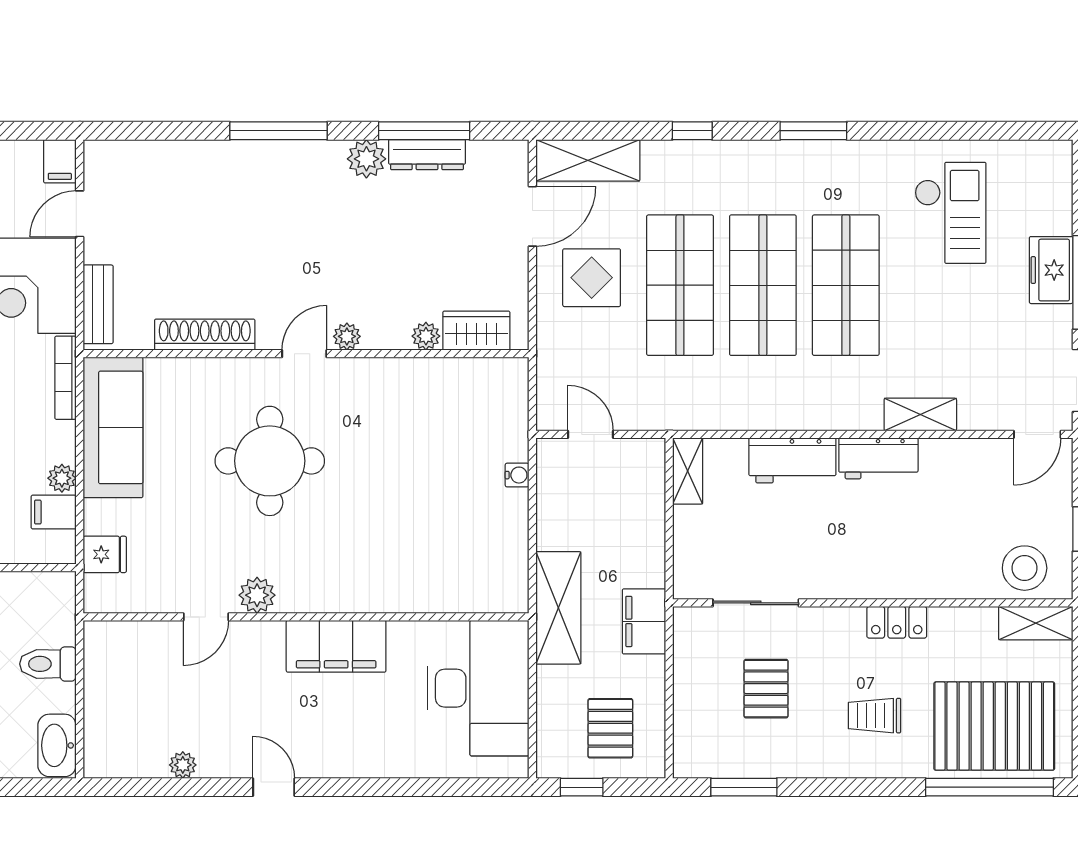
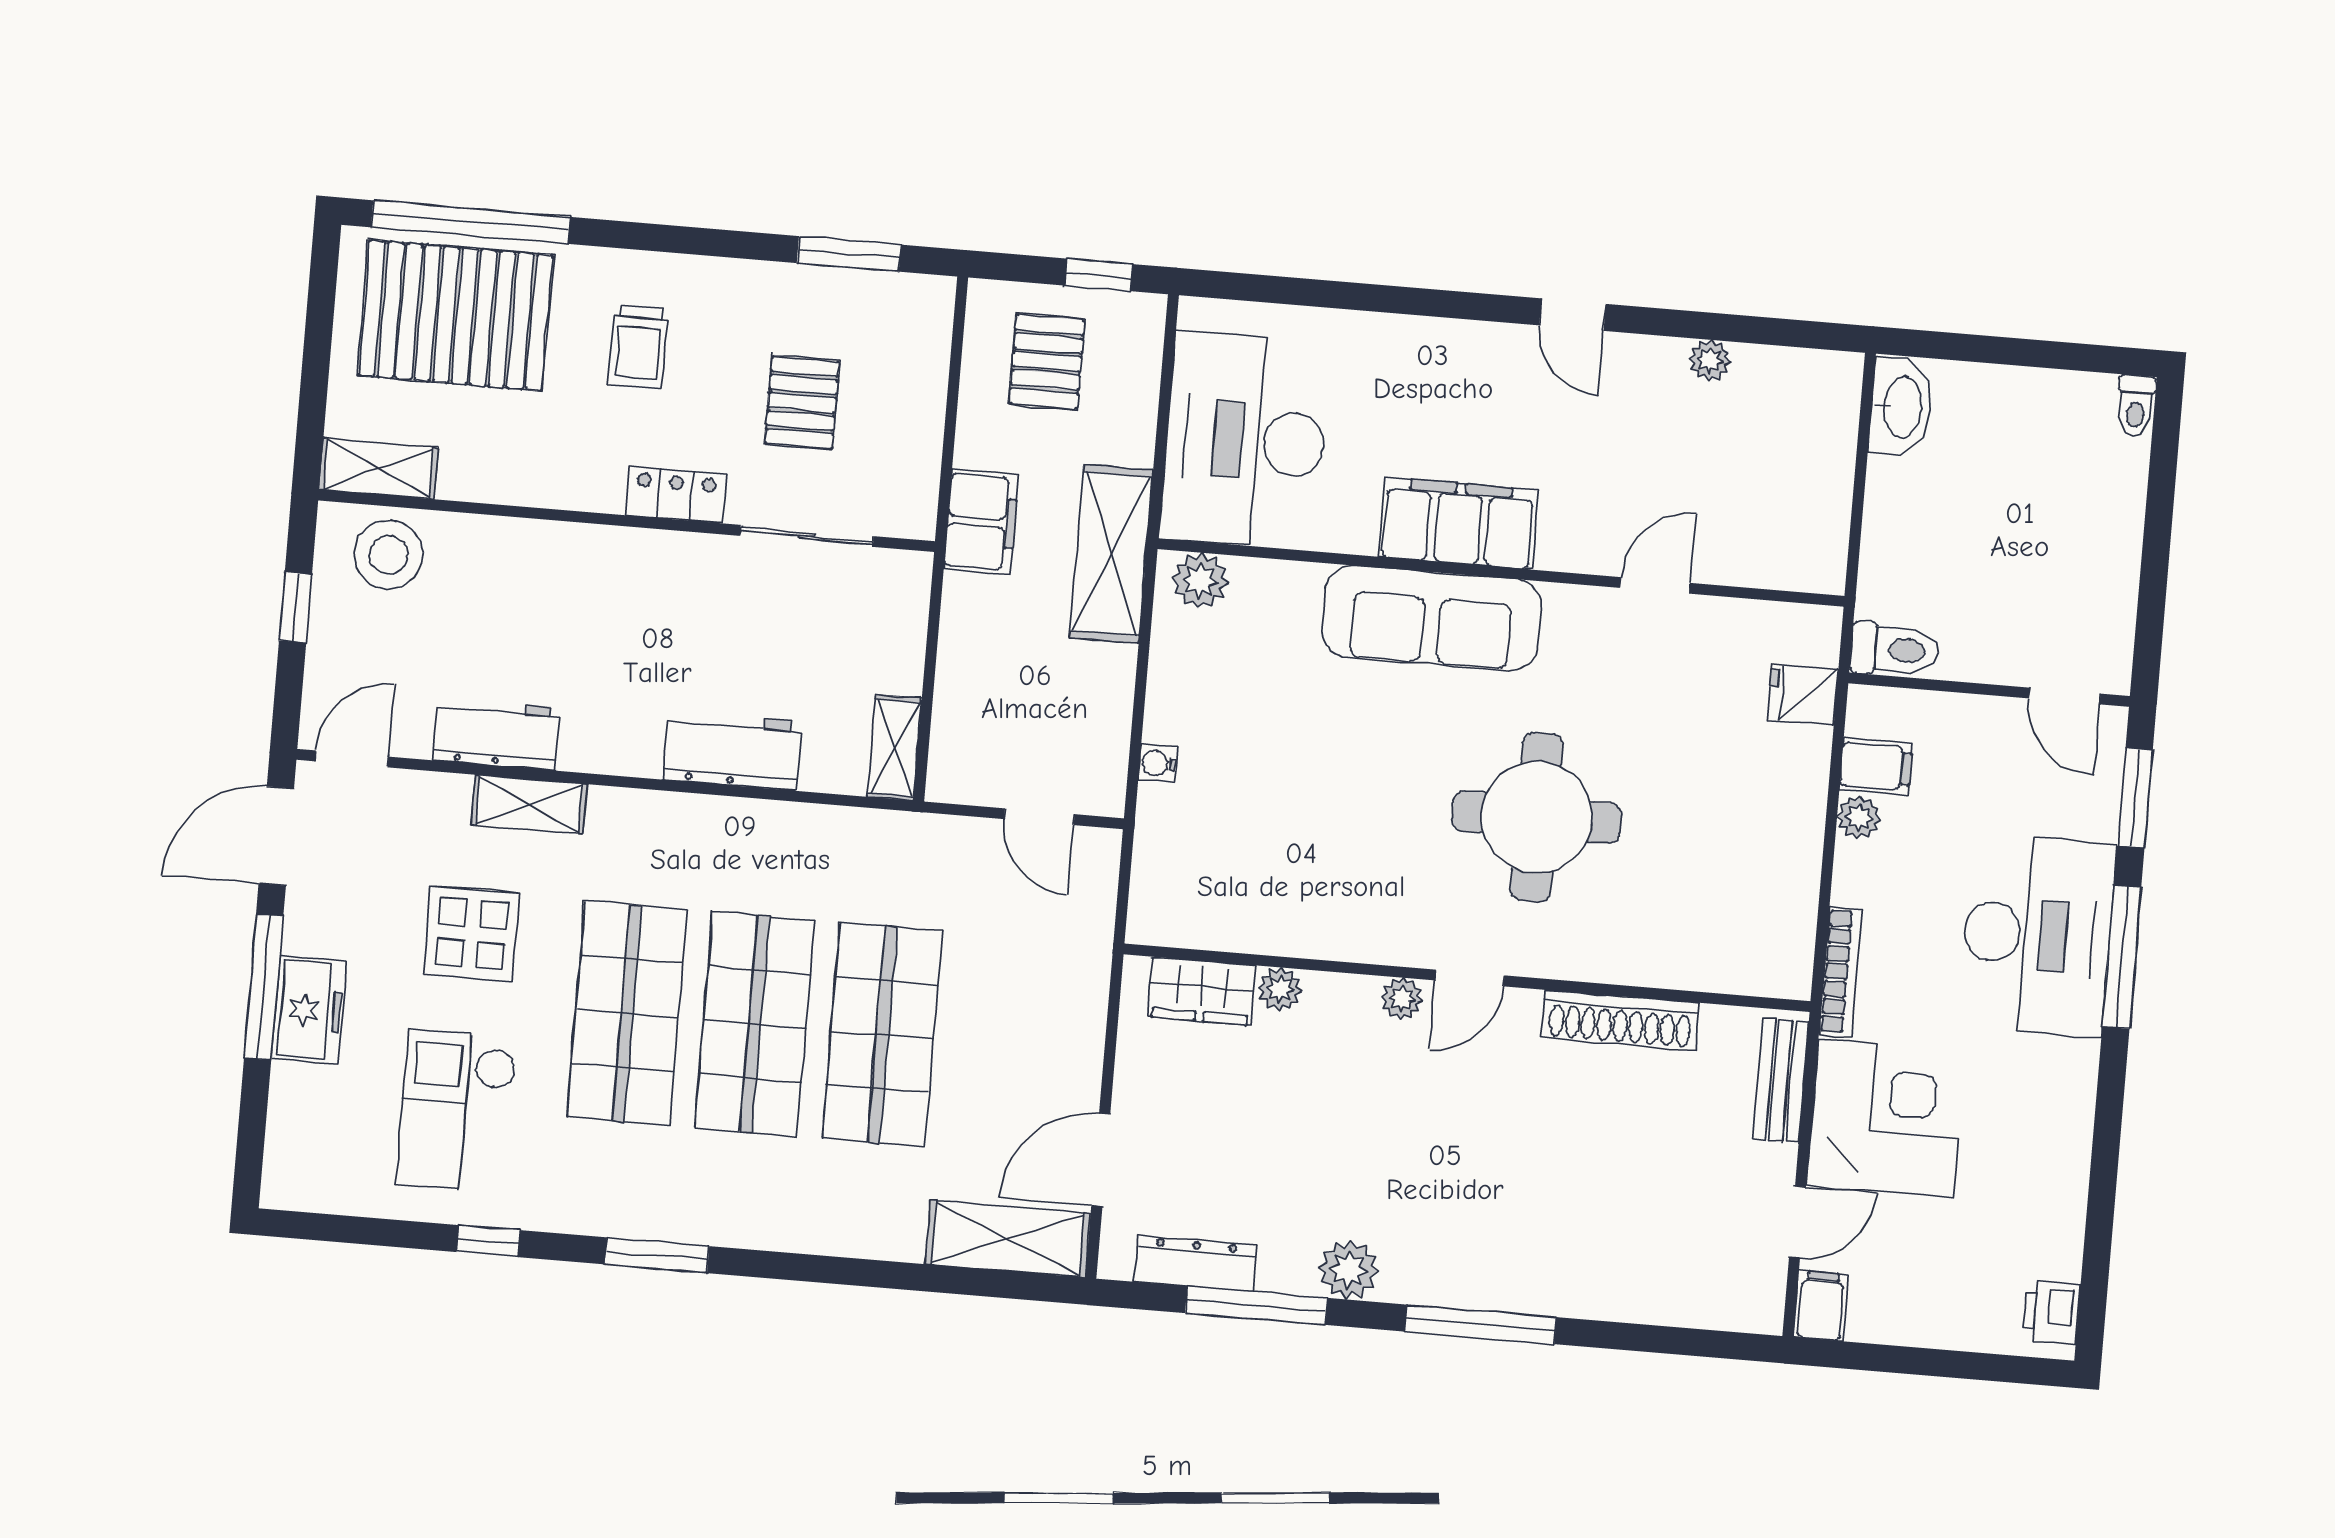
window: (692, 131) -> (488, 1241), moved
dresser: (427, 155) -> (1195, 1264), moved
display table: (592, 278) -> (472, 934), moved
sofa: (113, 427) -> (1432, 618), moved, turned -90
workbench: (878, 458) -> (497, 734), moved
plant: (257, 595) -> (1200, 581), moved
locker: (897, 622) -> (676, 495), moved
toilet: (48, 664) -> (1895, 650), moved
trolley: (875, 716) -> (638, 347), turned 90

